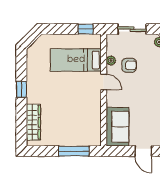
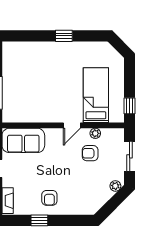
armchair: (129, 65) -> (90, 153), turned 90
wardrobe: (33, 122) -> (28, 49), removed

